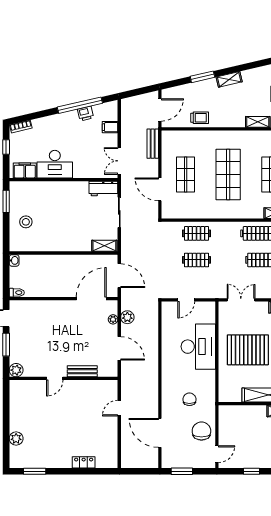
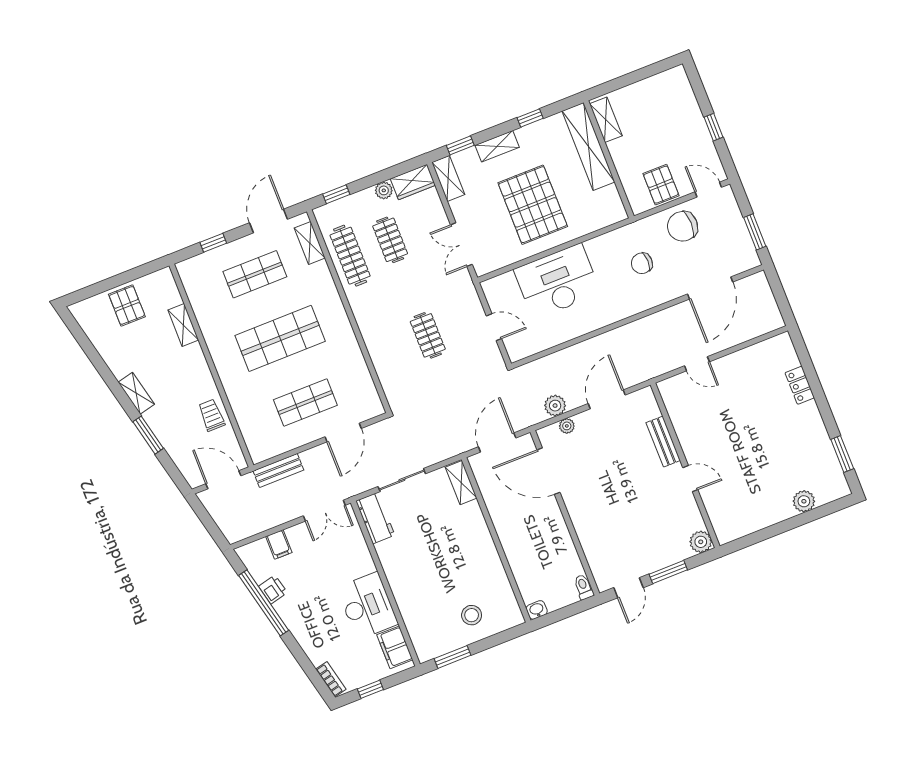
clothes rail: (196, 233) -> (388, 351), removed
pallet: (230, 428) -> (661, 185), added

